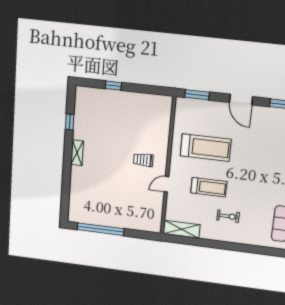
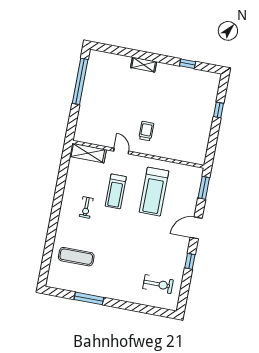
shelving: (77, 153) -> (144, 65), moved
shelving: (181, 229) -> (88, 153), moved, turned 90

